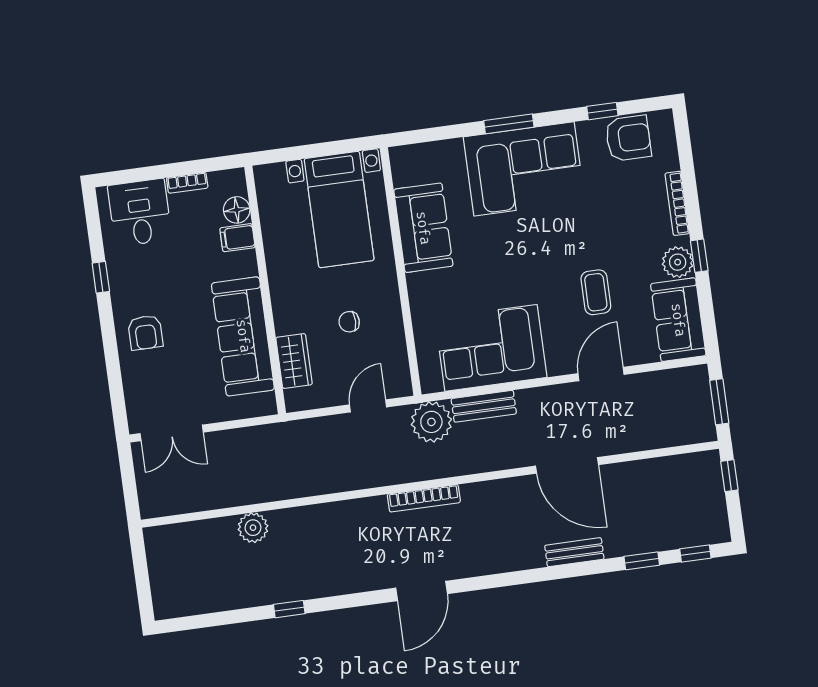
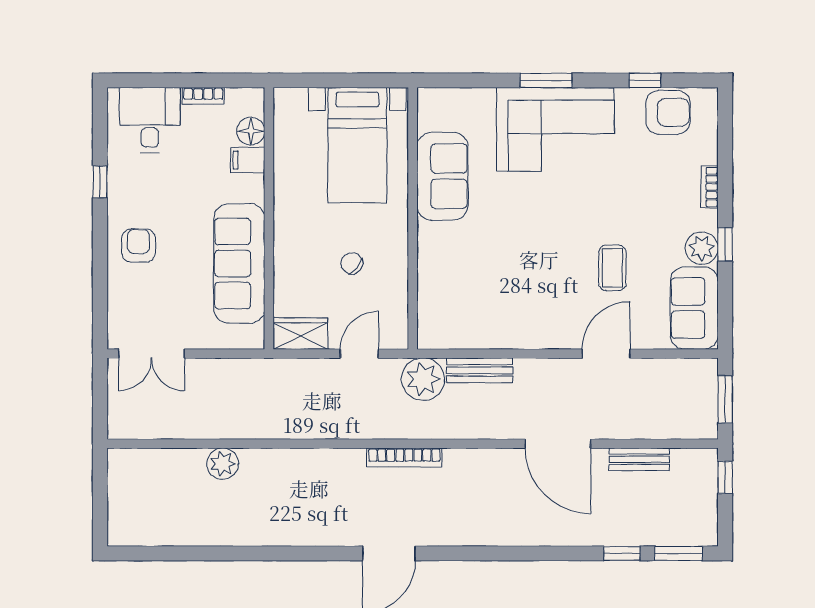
bookcase: (677, 203) -> (710, 187), width x0.64
chair: (349, 322) -> (352, 263), turned 41
armchair: (145, 333) -> (139, 246), turned 180
corner sofa: (491, 348) -> (495, 311), removed
wardrobe: (294, 361) -> (300, 334), moved, turned -90
bench: (574, 552) -> (639, 459), moved
window: (695, 553) -> (679, 553), width x1.50
window: (289, 609) -> (249, 553), removed

